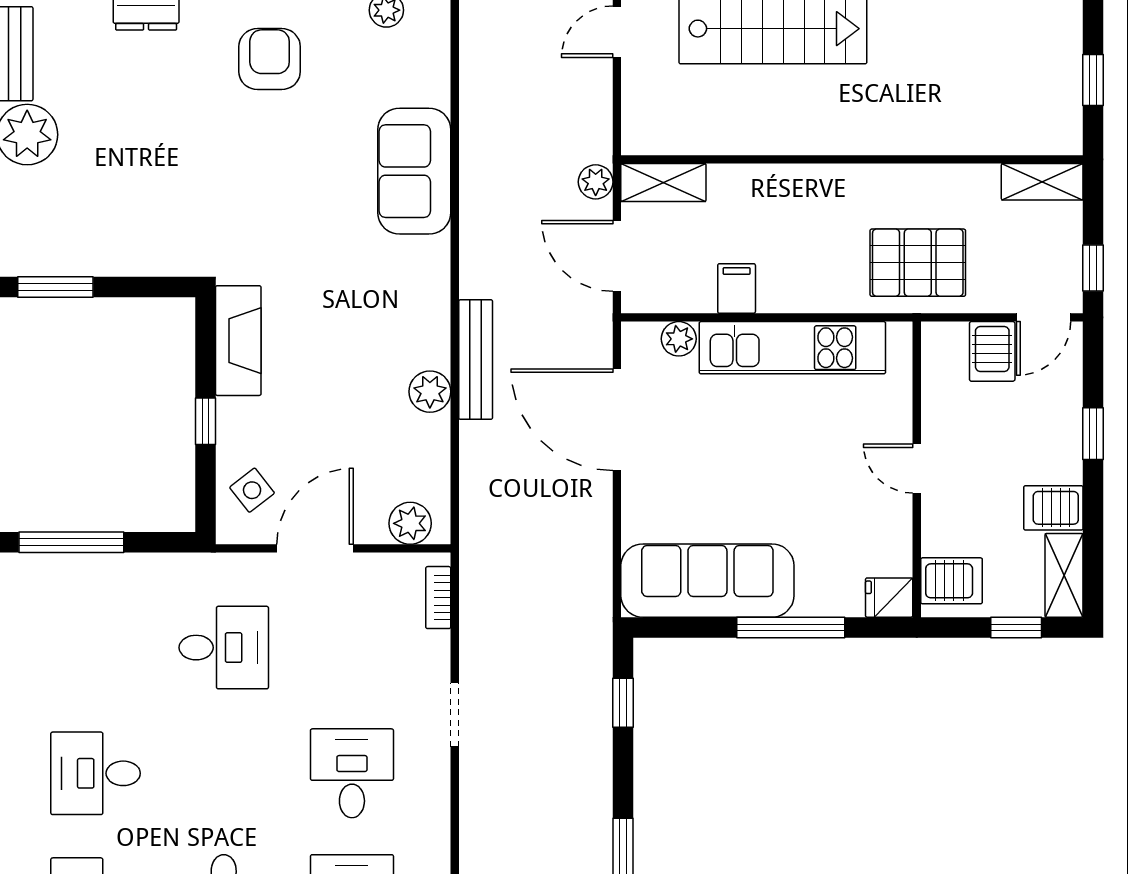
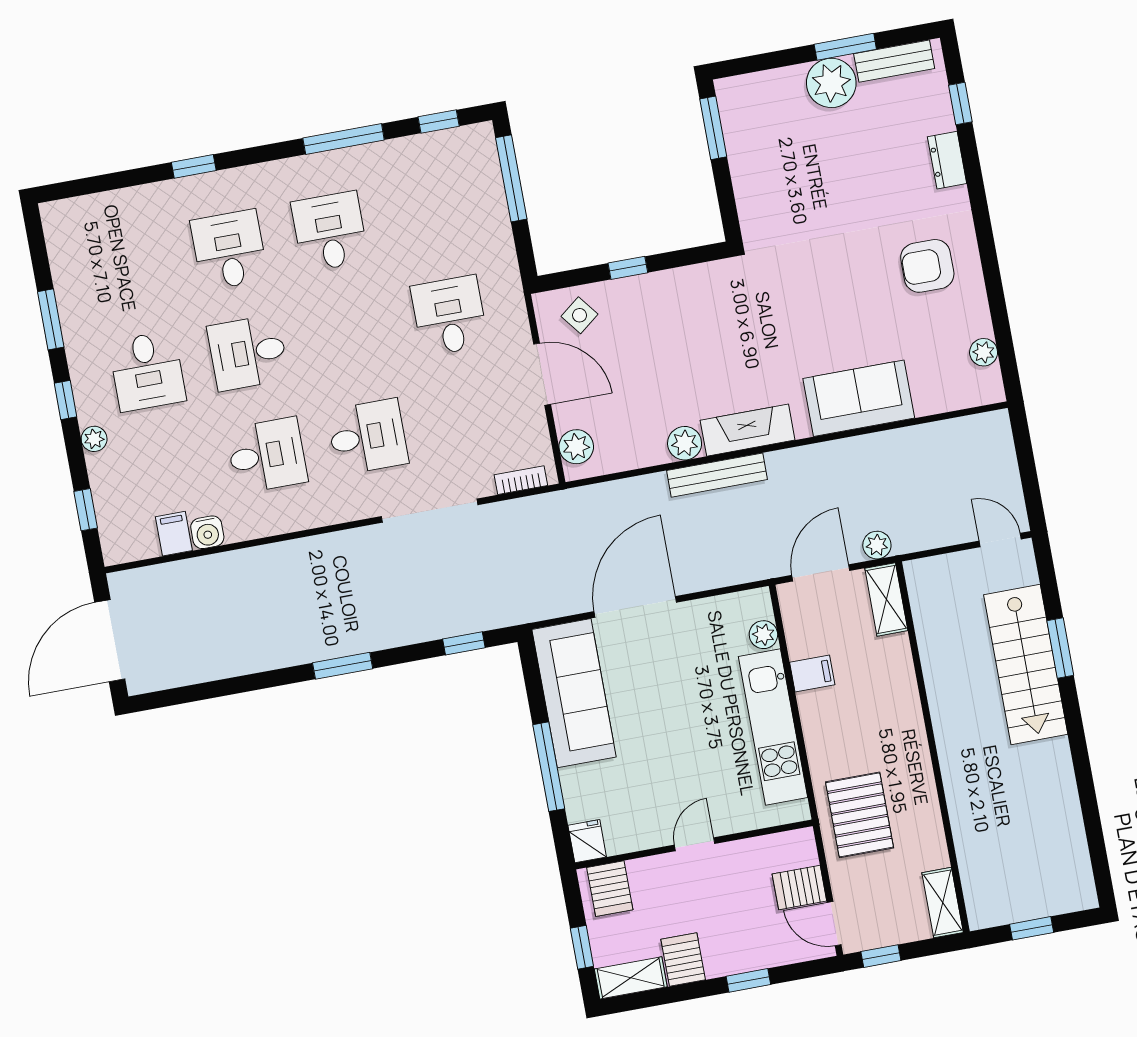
armchair: (270, 59) -> (927, 266), turned 180
fireplace: (238, 341) -> (748, 430), moved, turned 180
door: (617, 420) -> (635, 607), moved
desk: (224, 648) -> (449, 316), turned 180
doorway: (455, 715) -> (430, 511), width x1.88

